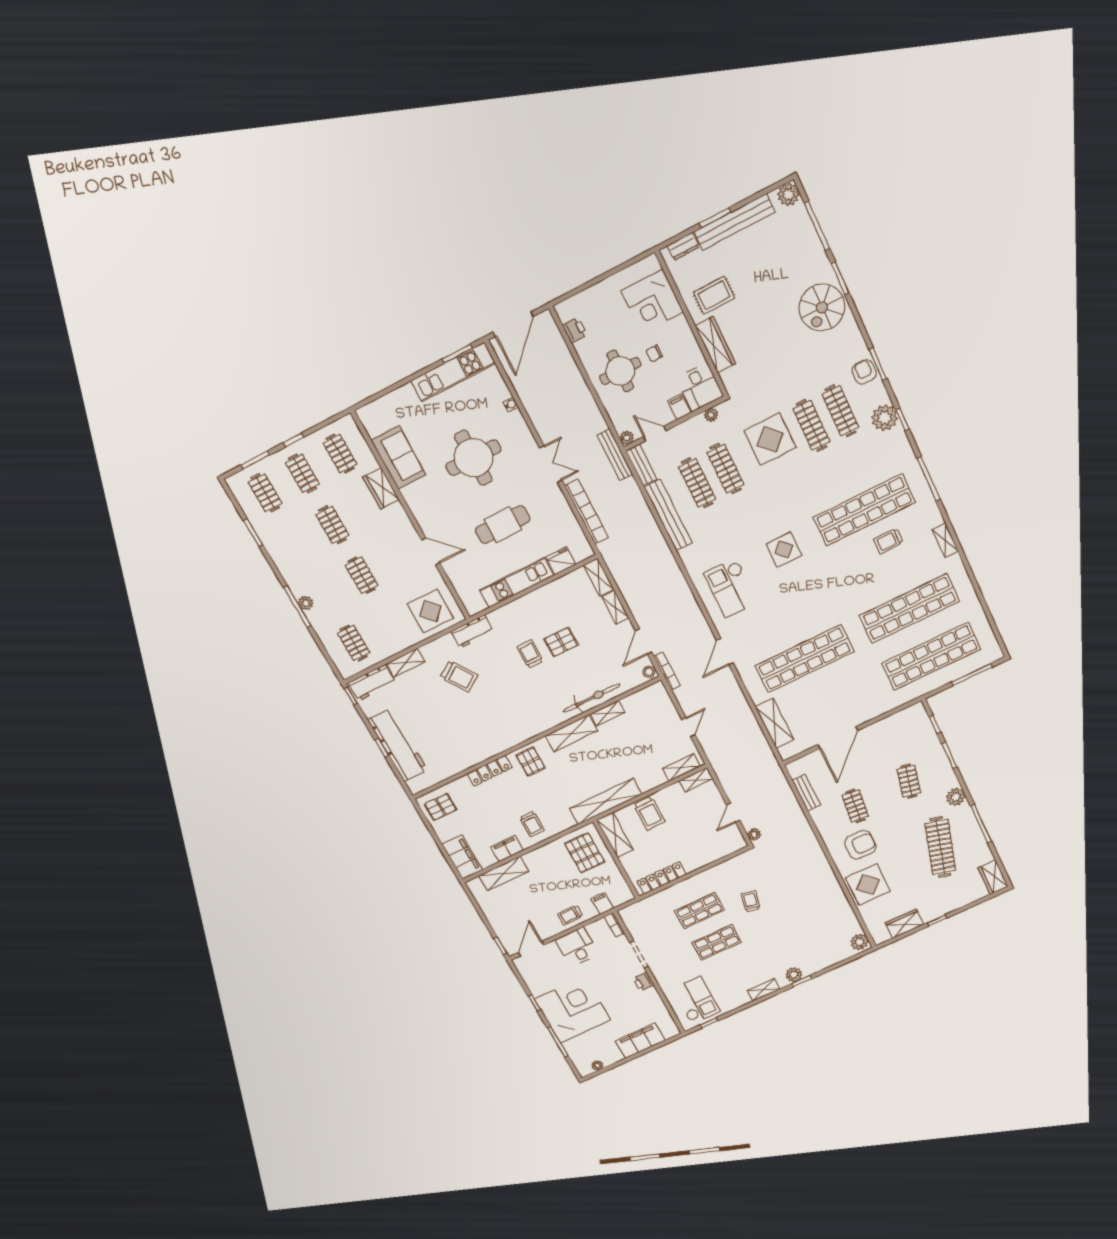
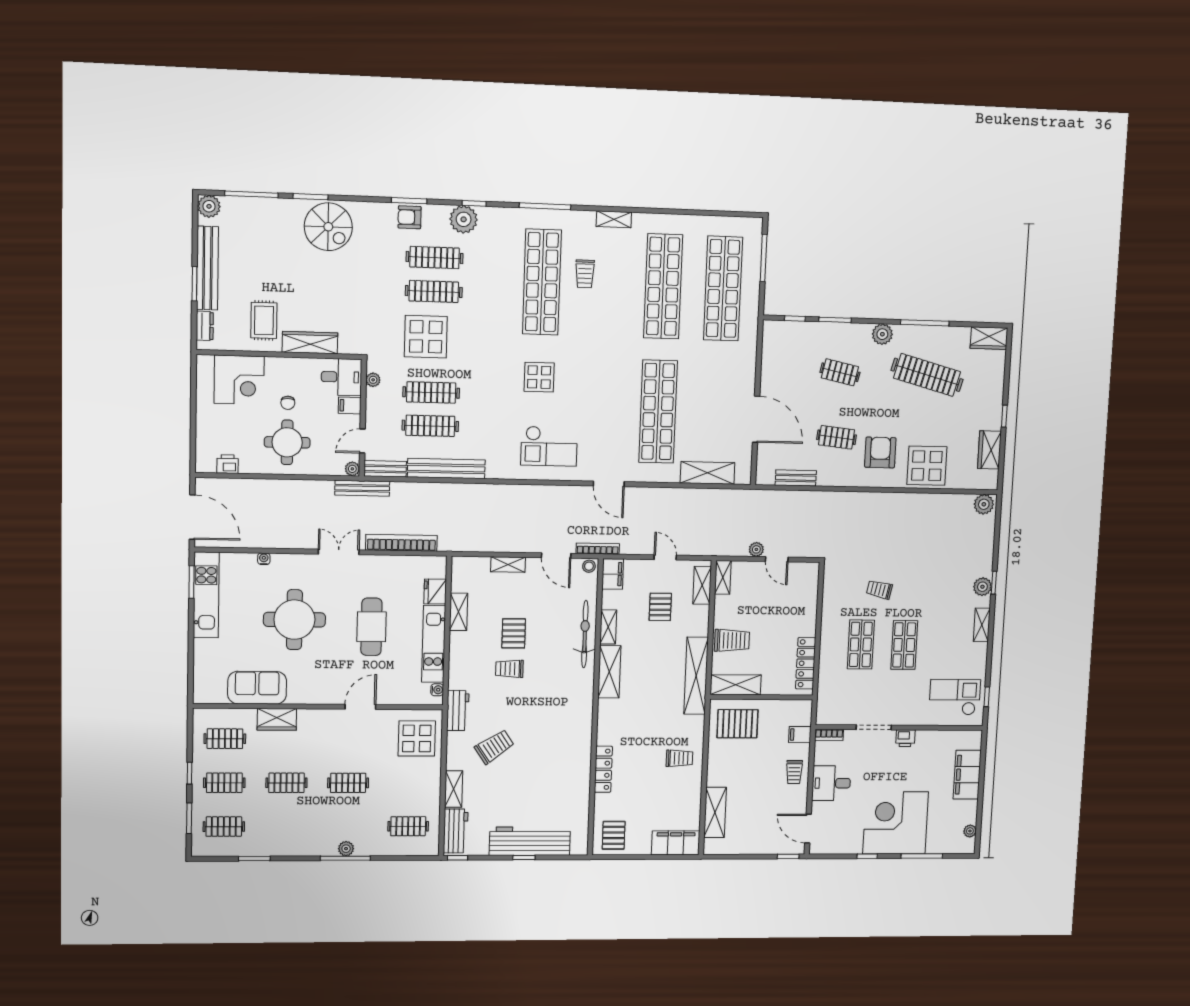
shelving: (599, 577) -> (459, 612), moved, turned 90
water cooler: (480, 606) -> (437, 690), added
pallet: (531, 762) -> (660, 607), moved, turned 90
plant: (754, 834) -> (756, 549), moved
filing cabinet: (507, 849) -> (613, 574), moved, turned 180

